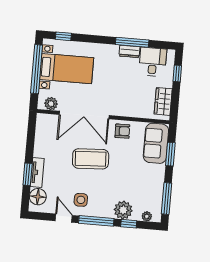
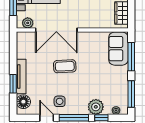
armchair: (122, 131) -> (89, 41), removed
window: (170, 154) -> (131, 57), width x1.44
coffee table: (91, 159) -> (65, 66), width x0.73, depth x0.76
tv unit: (37, 173) -> (21, 77), width x1.41

